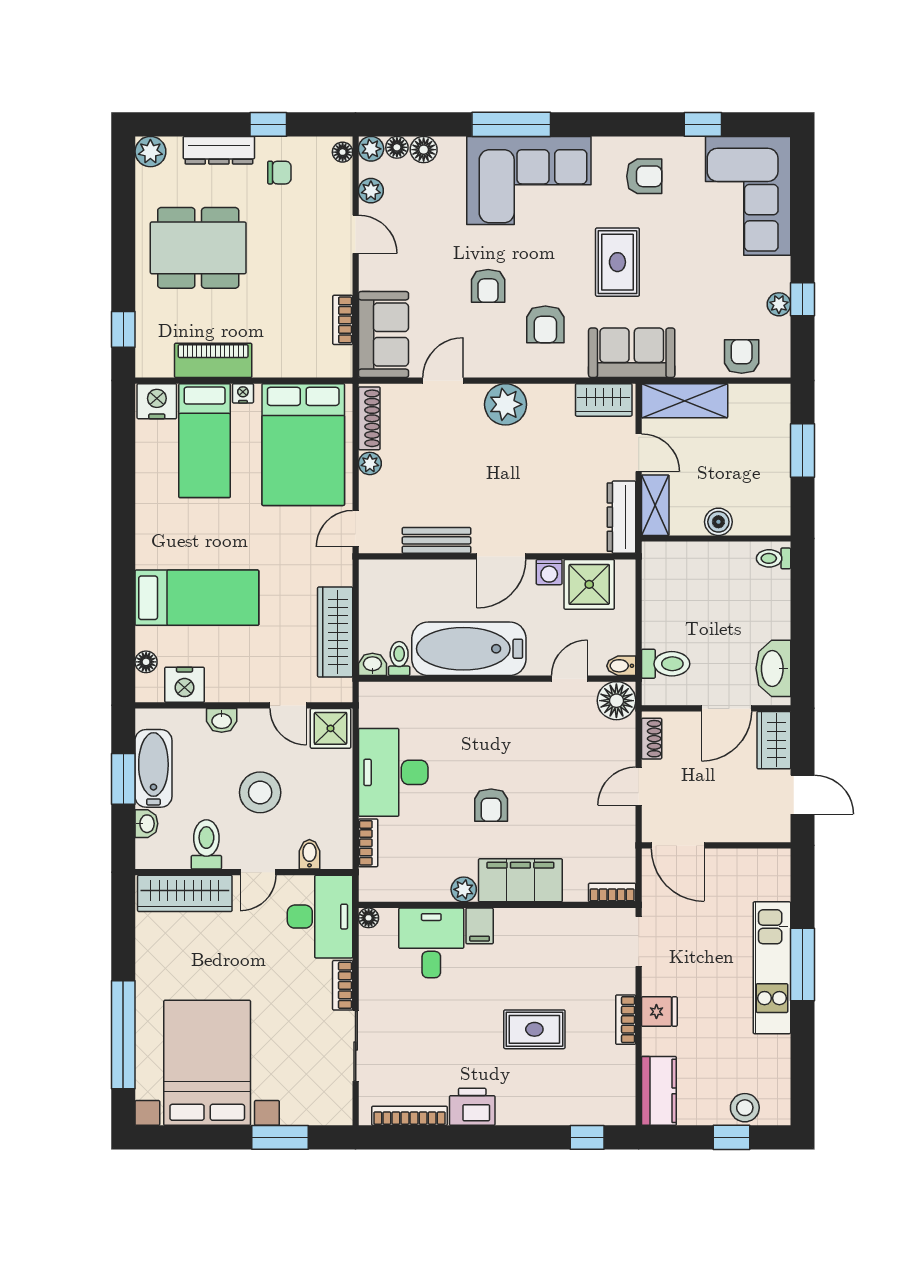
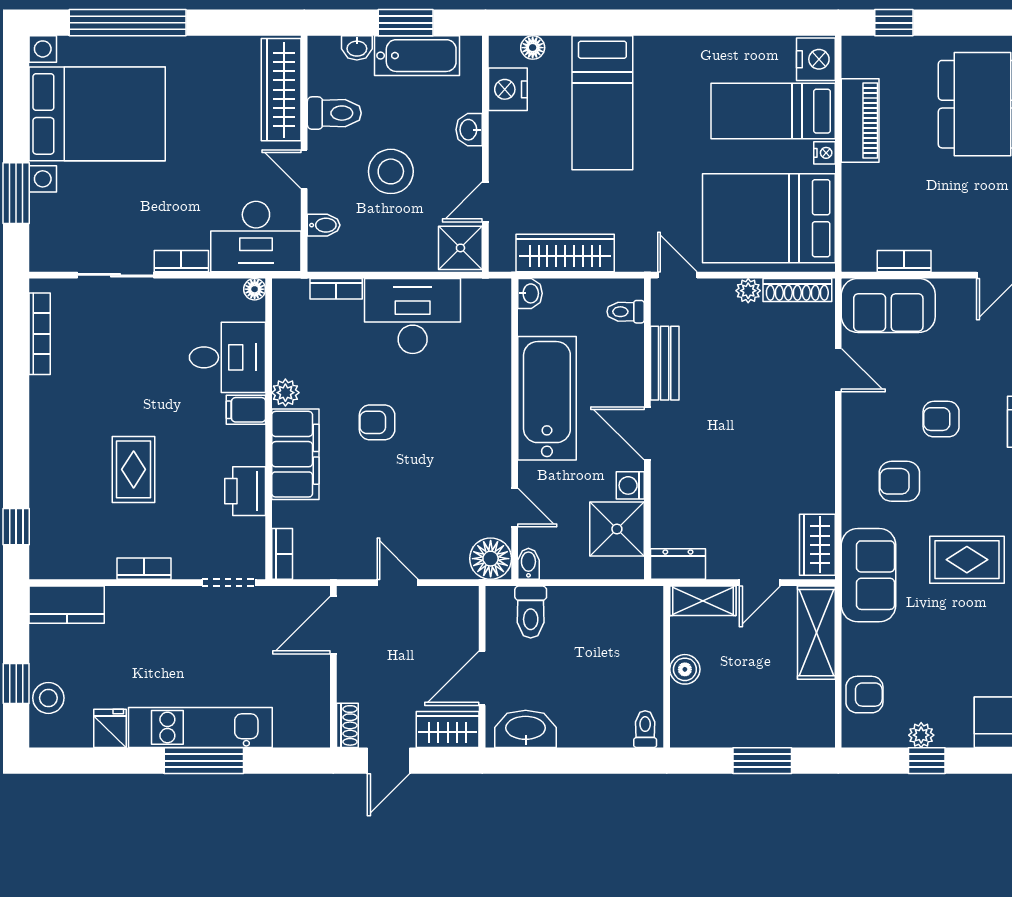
plant: (506, 404) -> (812, 438), removed
dresser: (621, 517) -> (678, 564), width x0.70
toilet: (399, 658) -> (626, 312), moved, turned 180
door: (727, 708) -> (482, 678), hinge flipped
shoe rack: (652, 739) -> (347, 725), moved, turned -90
fridge: (659, 1012) -> (110, 728), moved, turned 180
printer: (472, 1107) -> (245, 491), moved, turned 180

